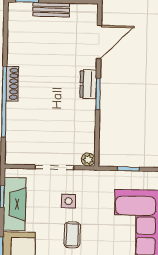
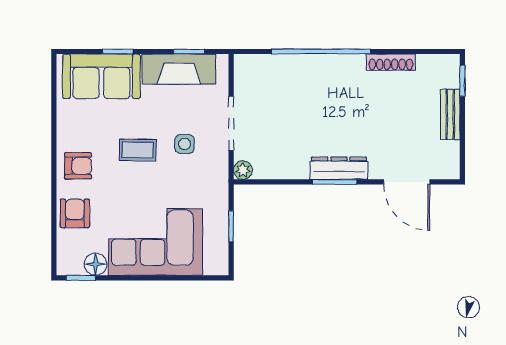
shoe rack: (12, 84) -> (391, 62), moved
dresser: (88, 84) -> (339, 168), width x1.44

